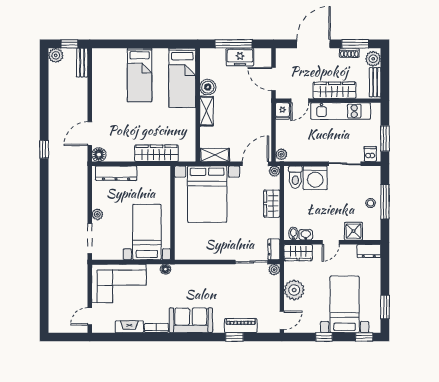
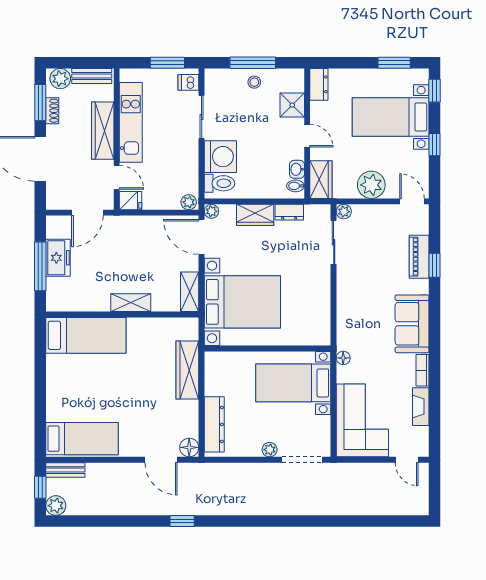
bed: (140, 75) -> (82, 439), moved
boiler: (208, 87) -> (99, 301), removed
dresser: (274, 249) -> (289, 212), moved

